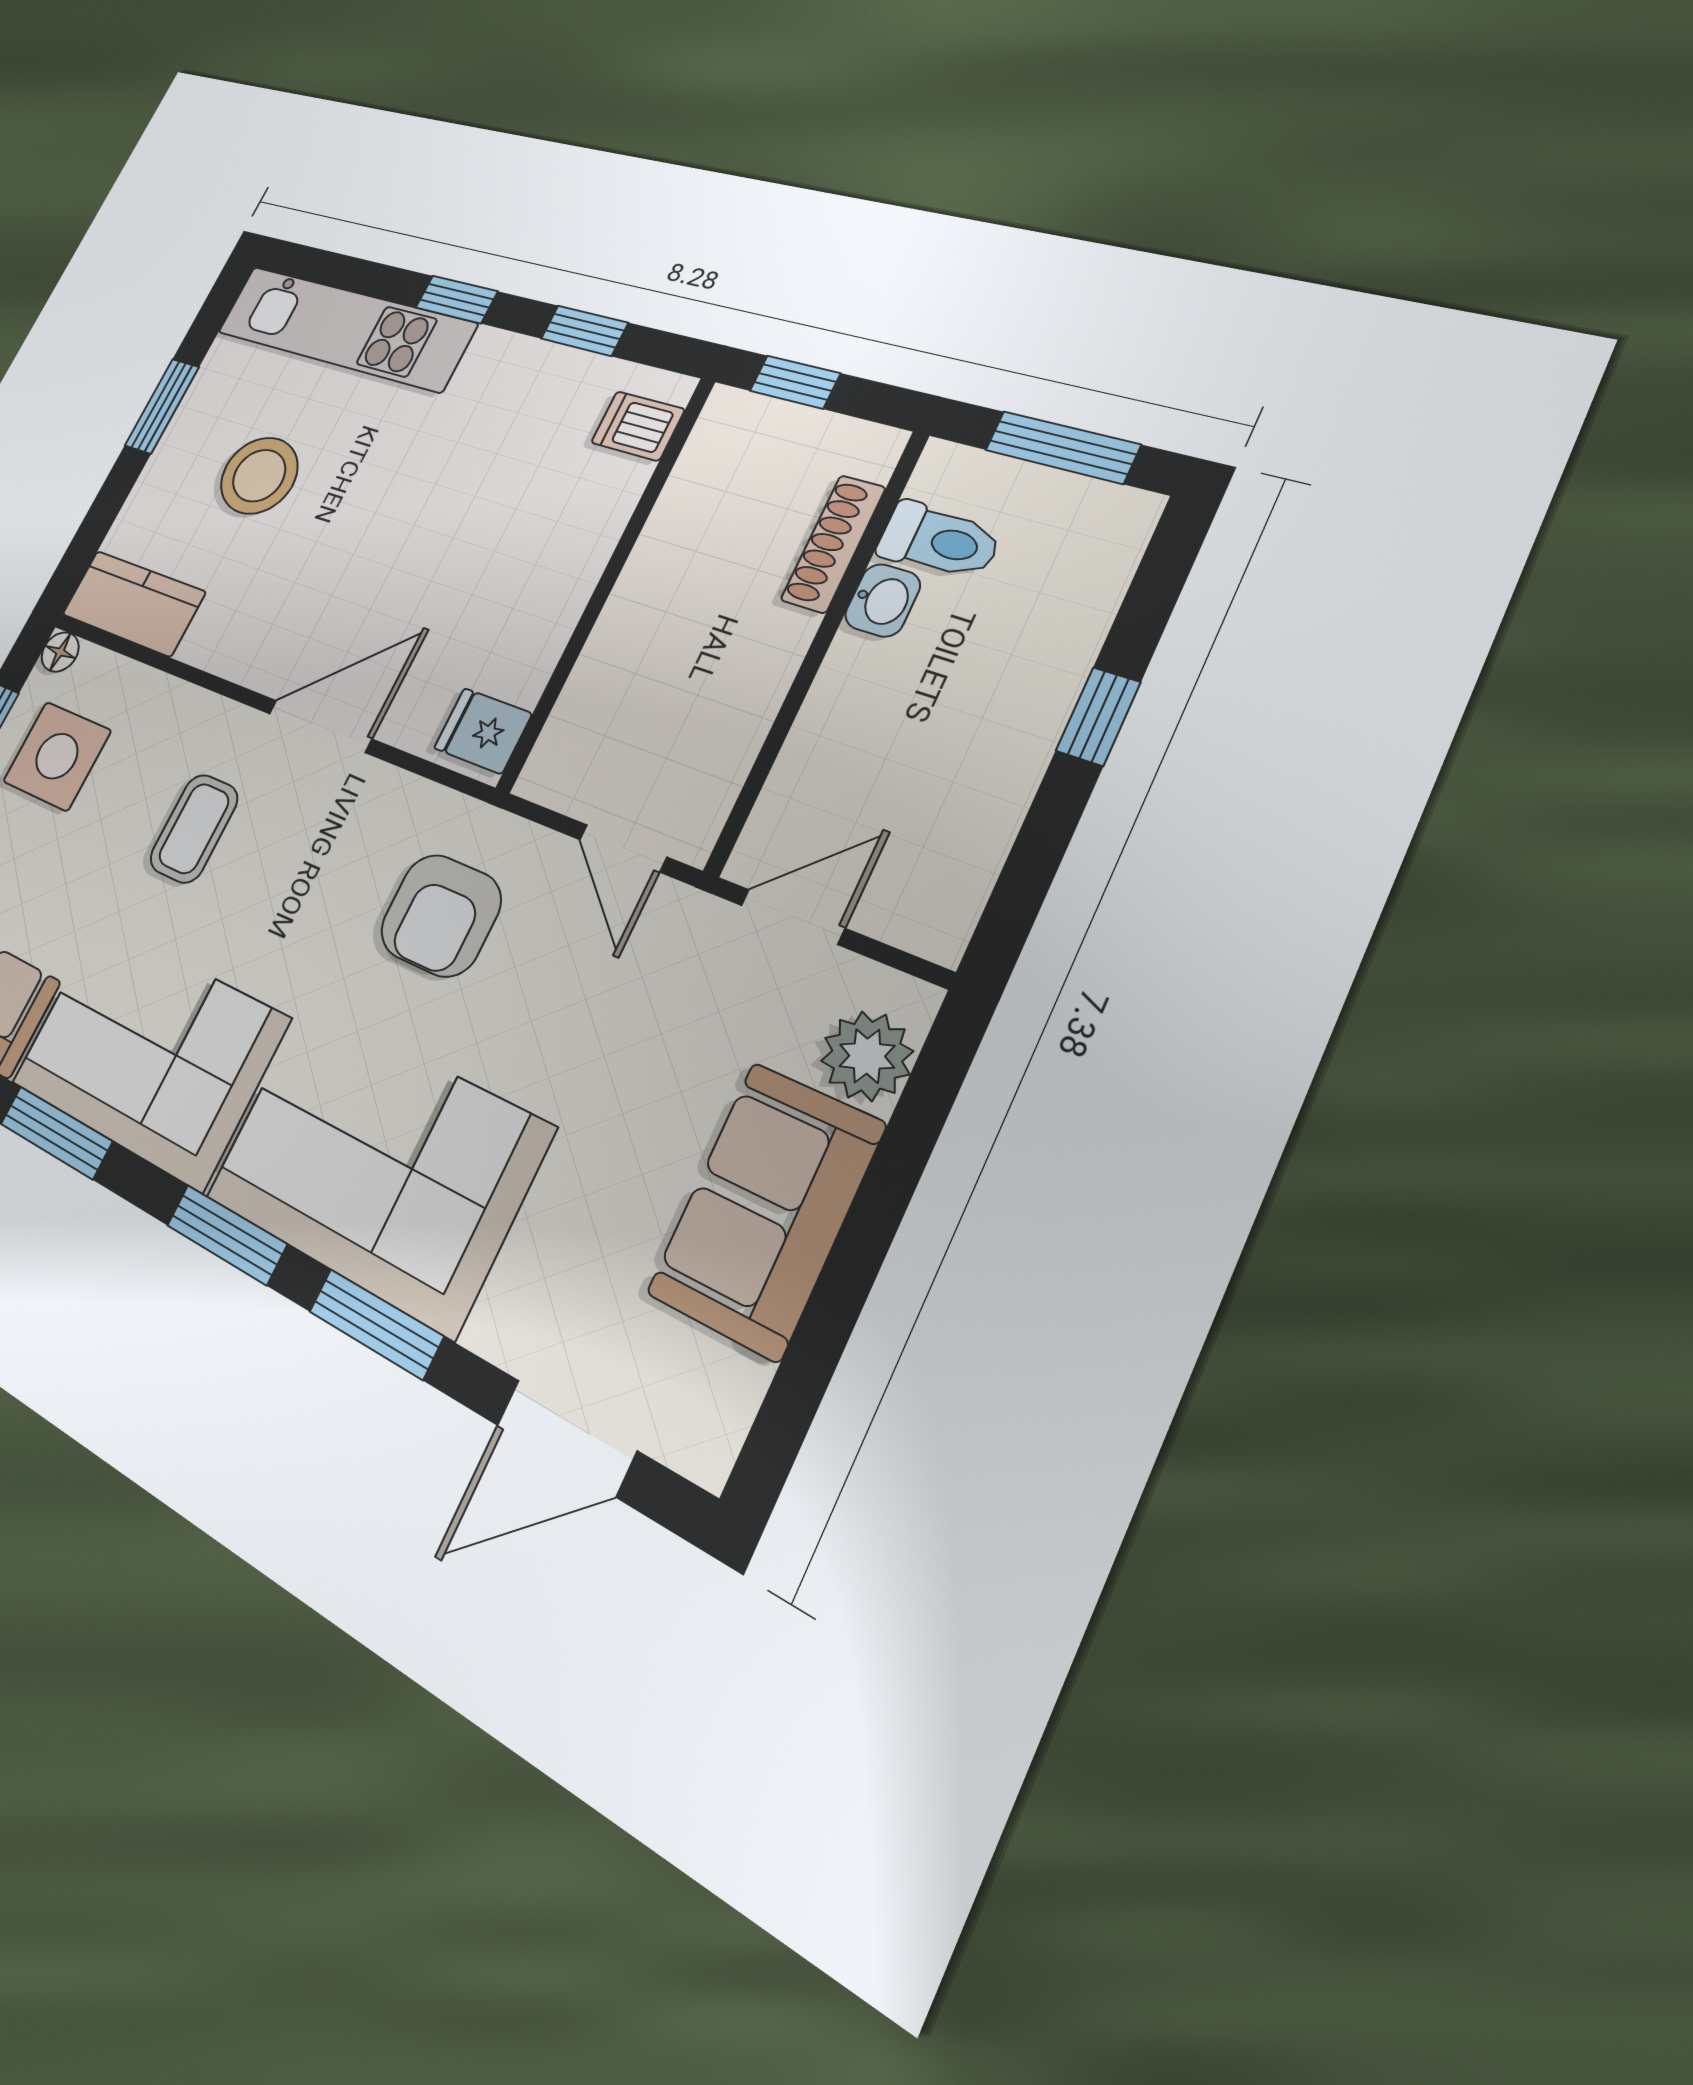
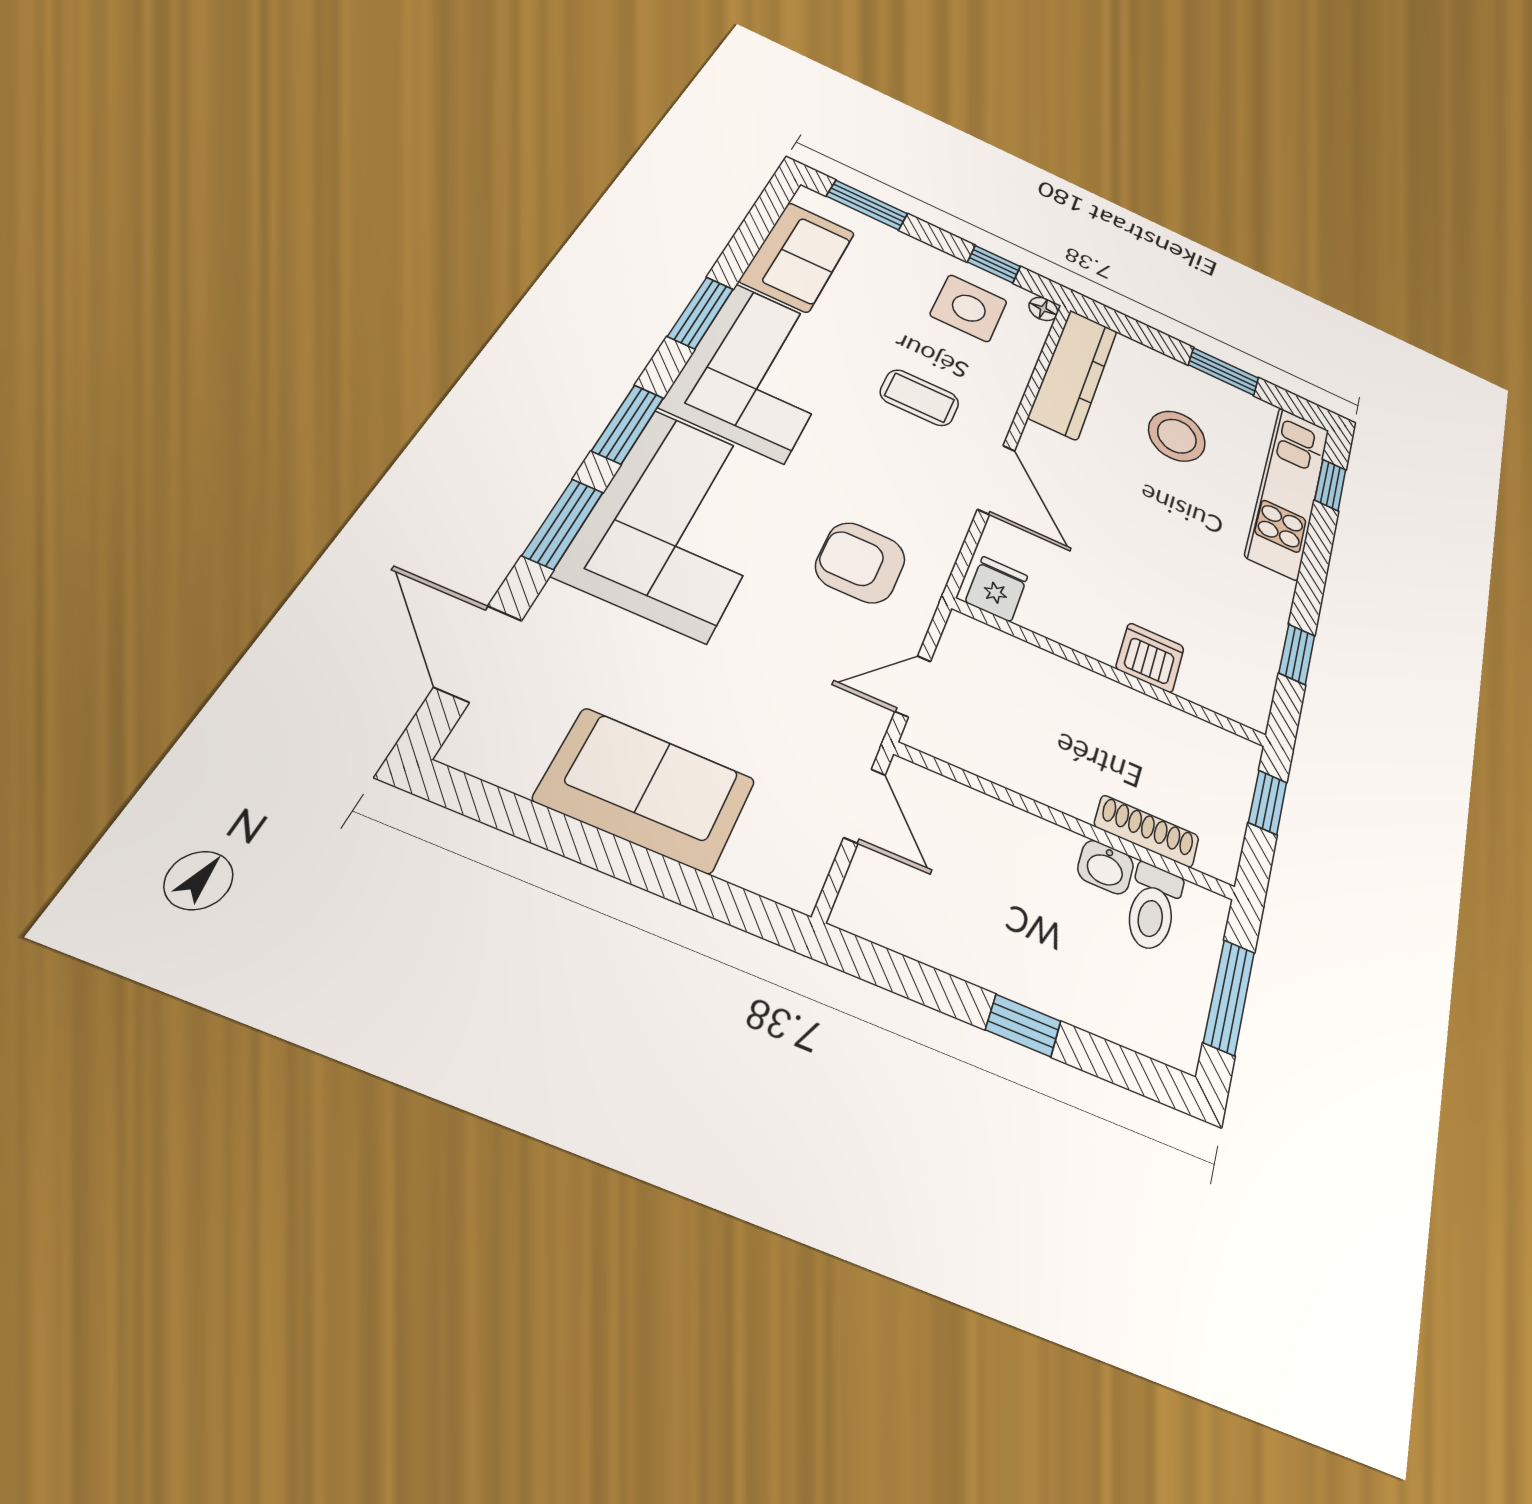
window: (457, 299) -> (1330, 485), moved
dishwasher: (638, 426) -> (1150, 658), moved, width x1.38
kitchen counter: (133, 603) -> (1074, 373), width x1.50
plant: (867, 1056) -> (761, 860), removed

